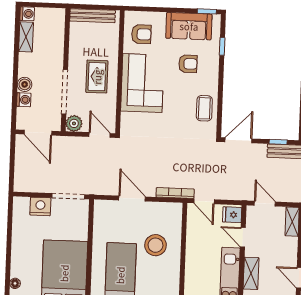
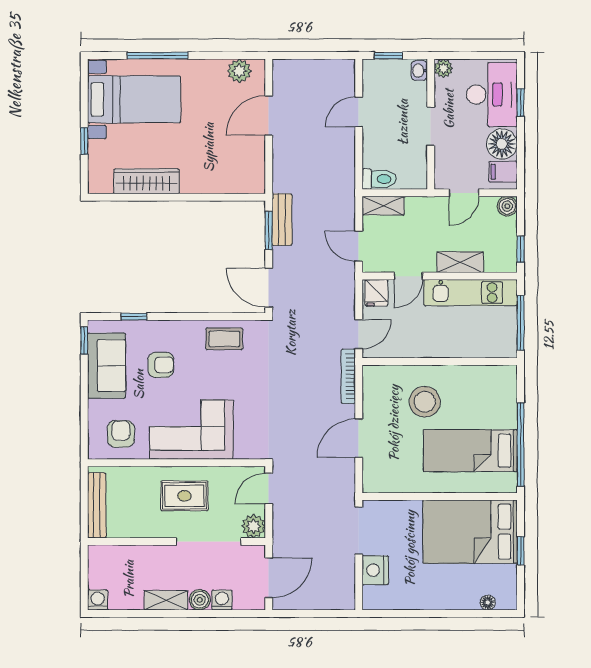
shelving: (26, 37) -> (166, 600), moved
armchair: (188, 64) -> (161, 365), turned 90
window: (278, 142) -> (269, 230), width x1.50
door: (265, 204) -> (359, 246), hinge flipped

